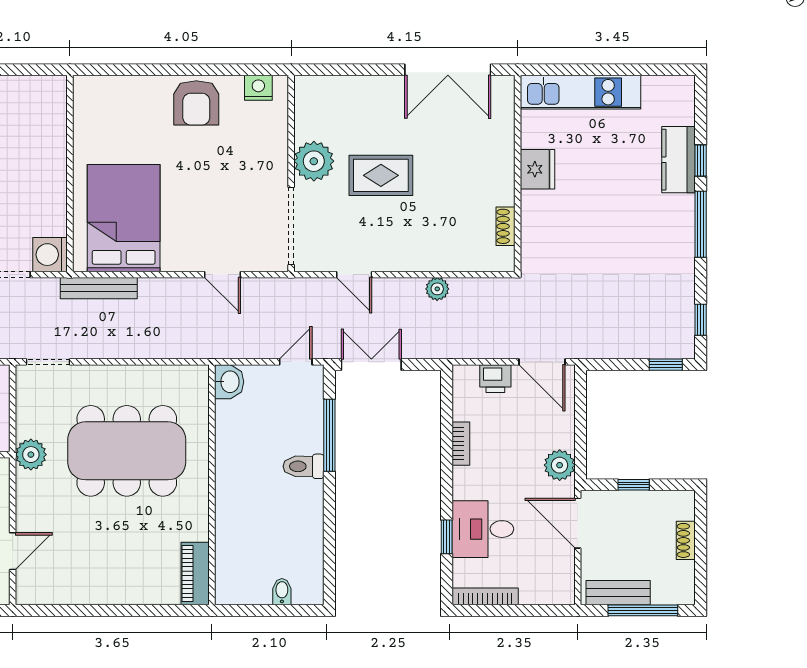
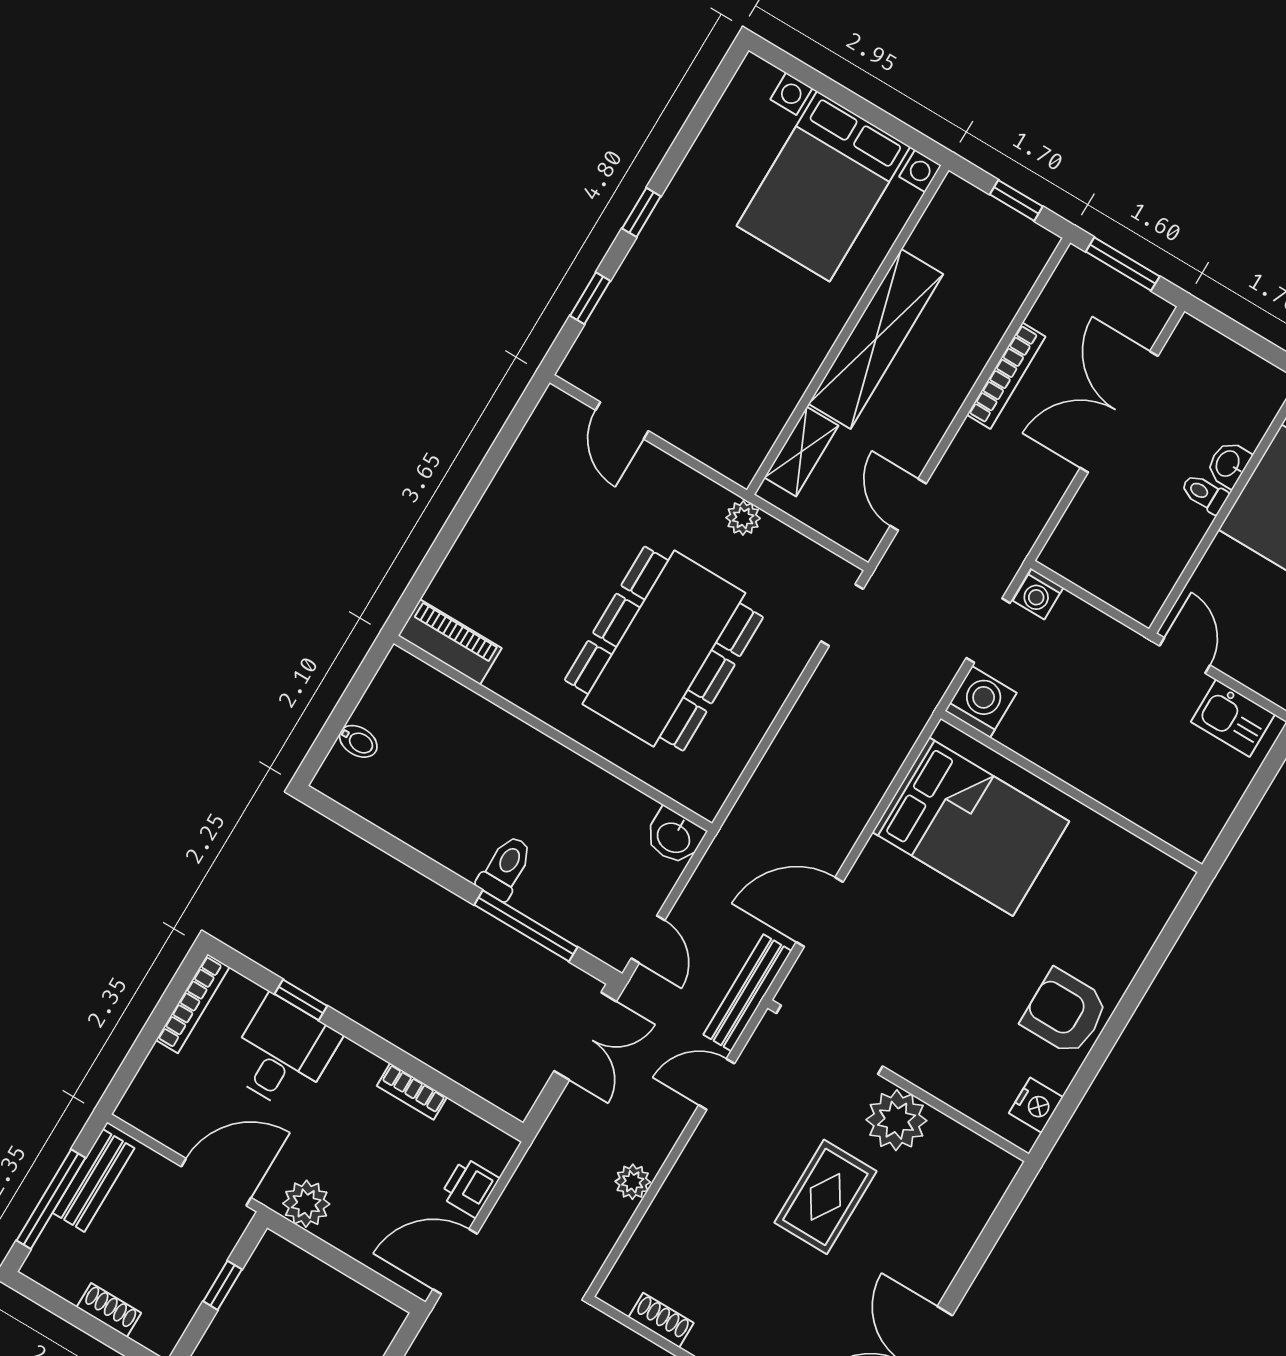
door: (223, 275) -> (820, 912), width x1.38
bench: (99, 288) -> (747, 993), moved
plant: (31, 455) -> (743, 518), width x0.73, depth x0.73

